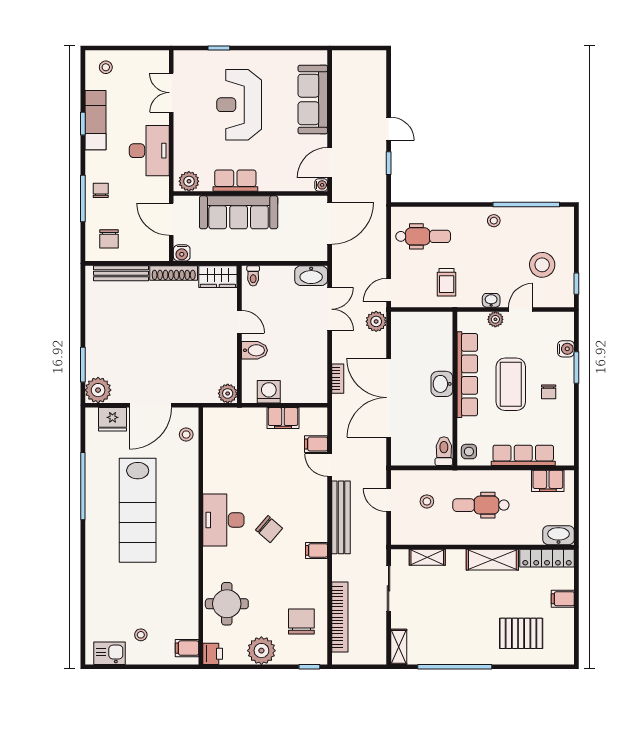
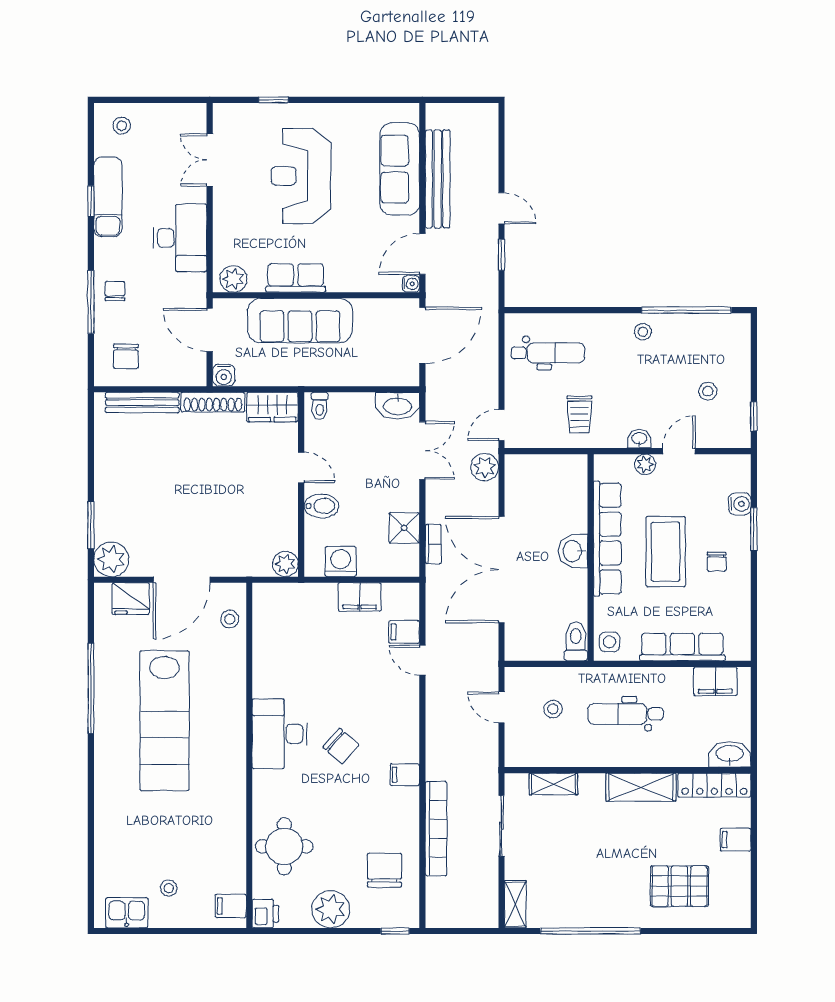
stool: (542, 265) -> (708, 391), width x0.53, depth x0.53
shower: (316, 367) -> (404, 528), added
bench: (341, 517) -> (438, 179), moved
bookcase: (340, 617) -> (436, 829), moved

